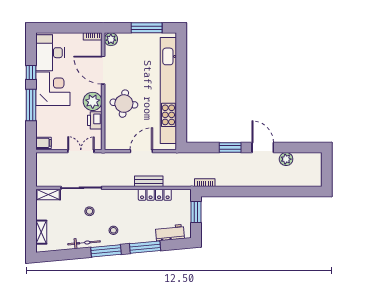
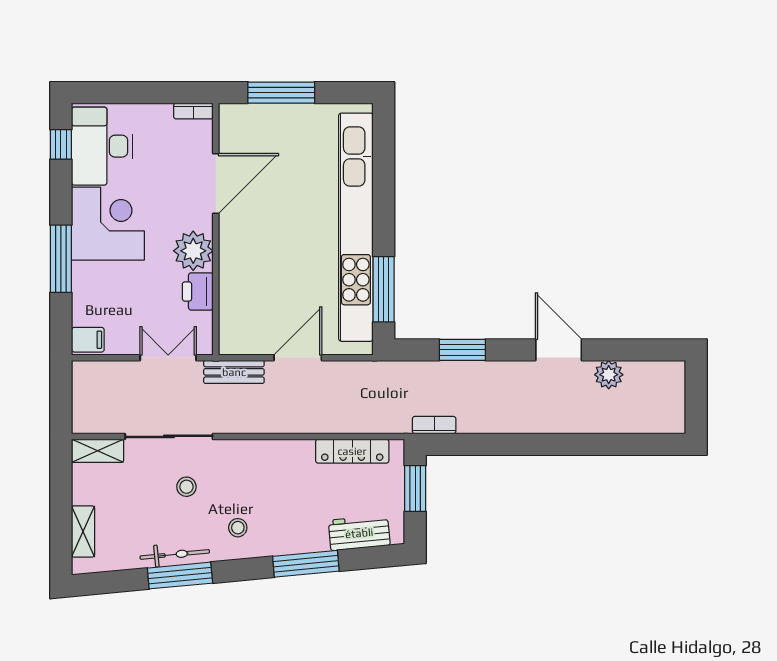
window: (147, 28) -> (281, 93), moved
plant: (111, 39) -> (232, 117), removed
door: (103, 70) -> (216, 184), swing flipped
window: (31, 72) -> (61, 144), moved
round table: (124, 104) -> (260, 255), removed
window: (181, 119) -> (384, 289), added
window: (230, 148) -> (462, 350), moved
bench: (149, 181) -> (234, 372), moved
locker: (155, 195) -> (352, 451), moved
window: (106, 251) -> (180, 576), moved

